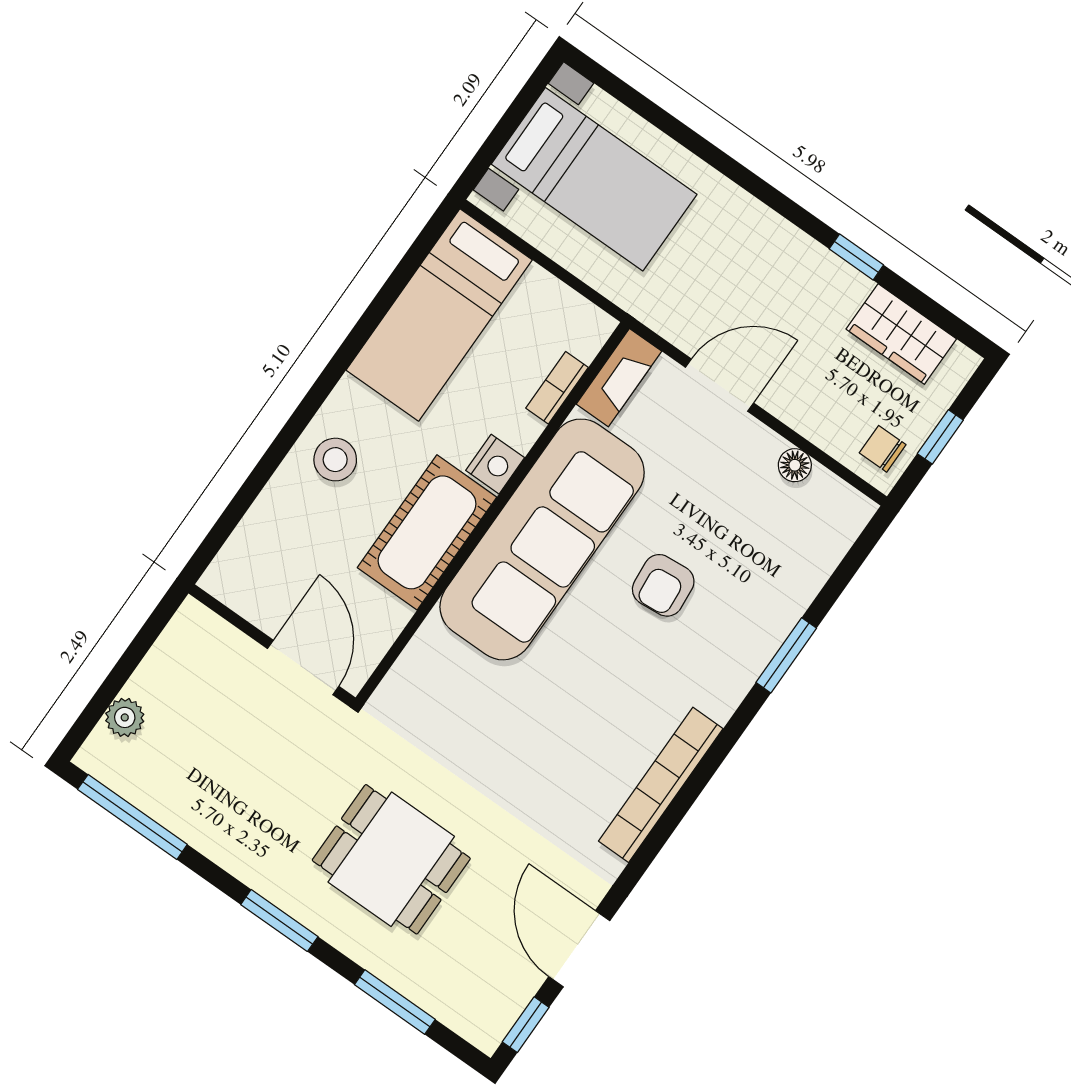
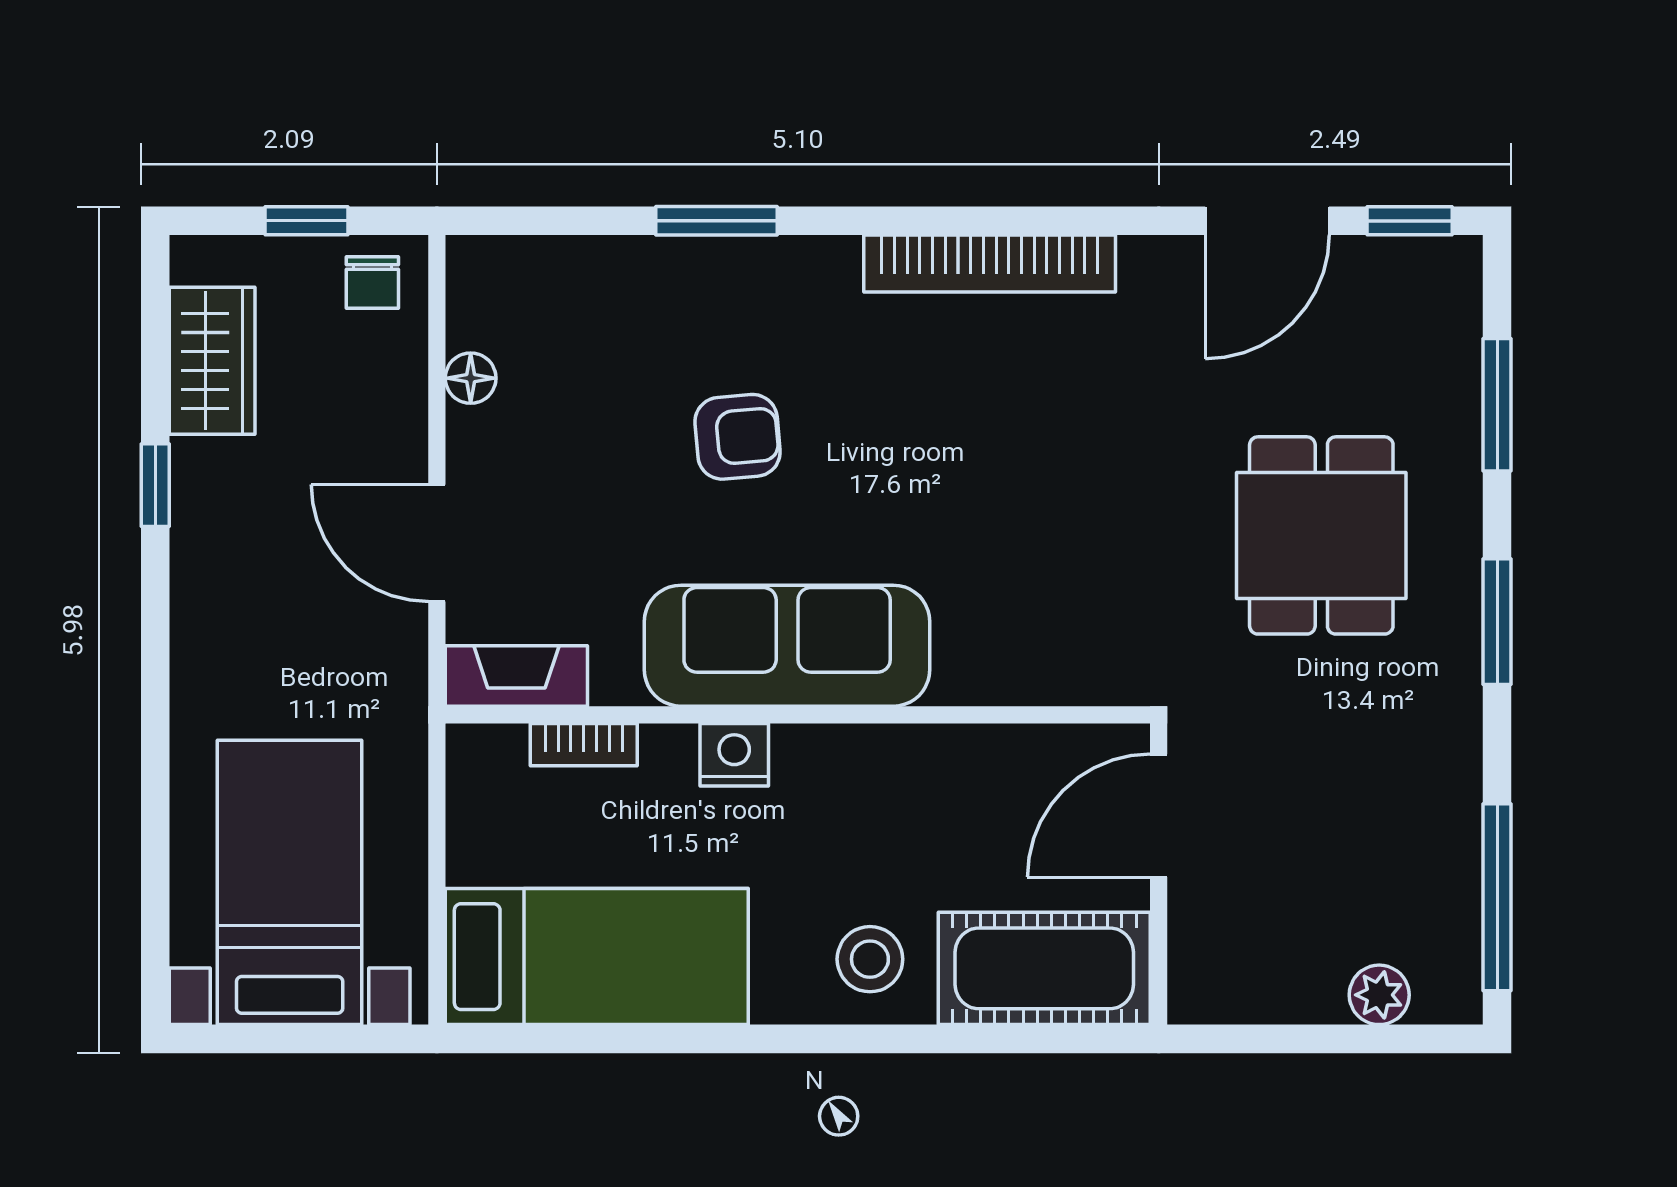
cot: (427, 532) -> (1044, 968), moved
sofa: (542, 539) -> (787, 646), width x0.74, depth x0.79

